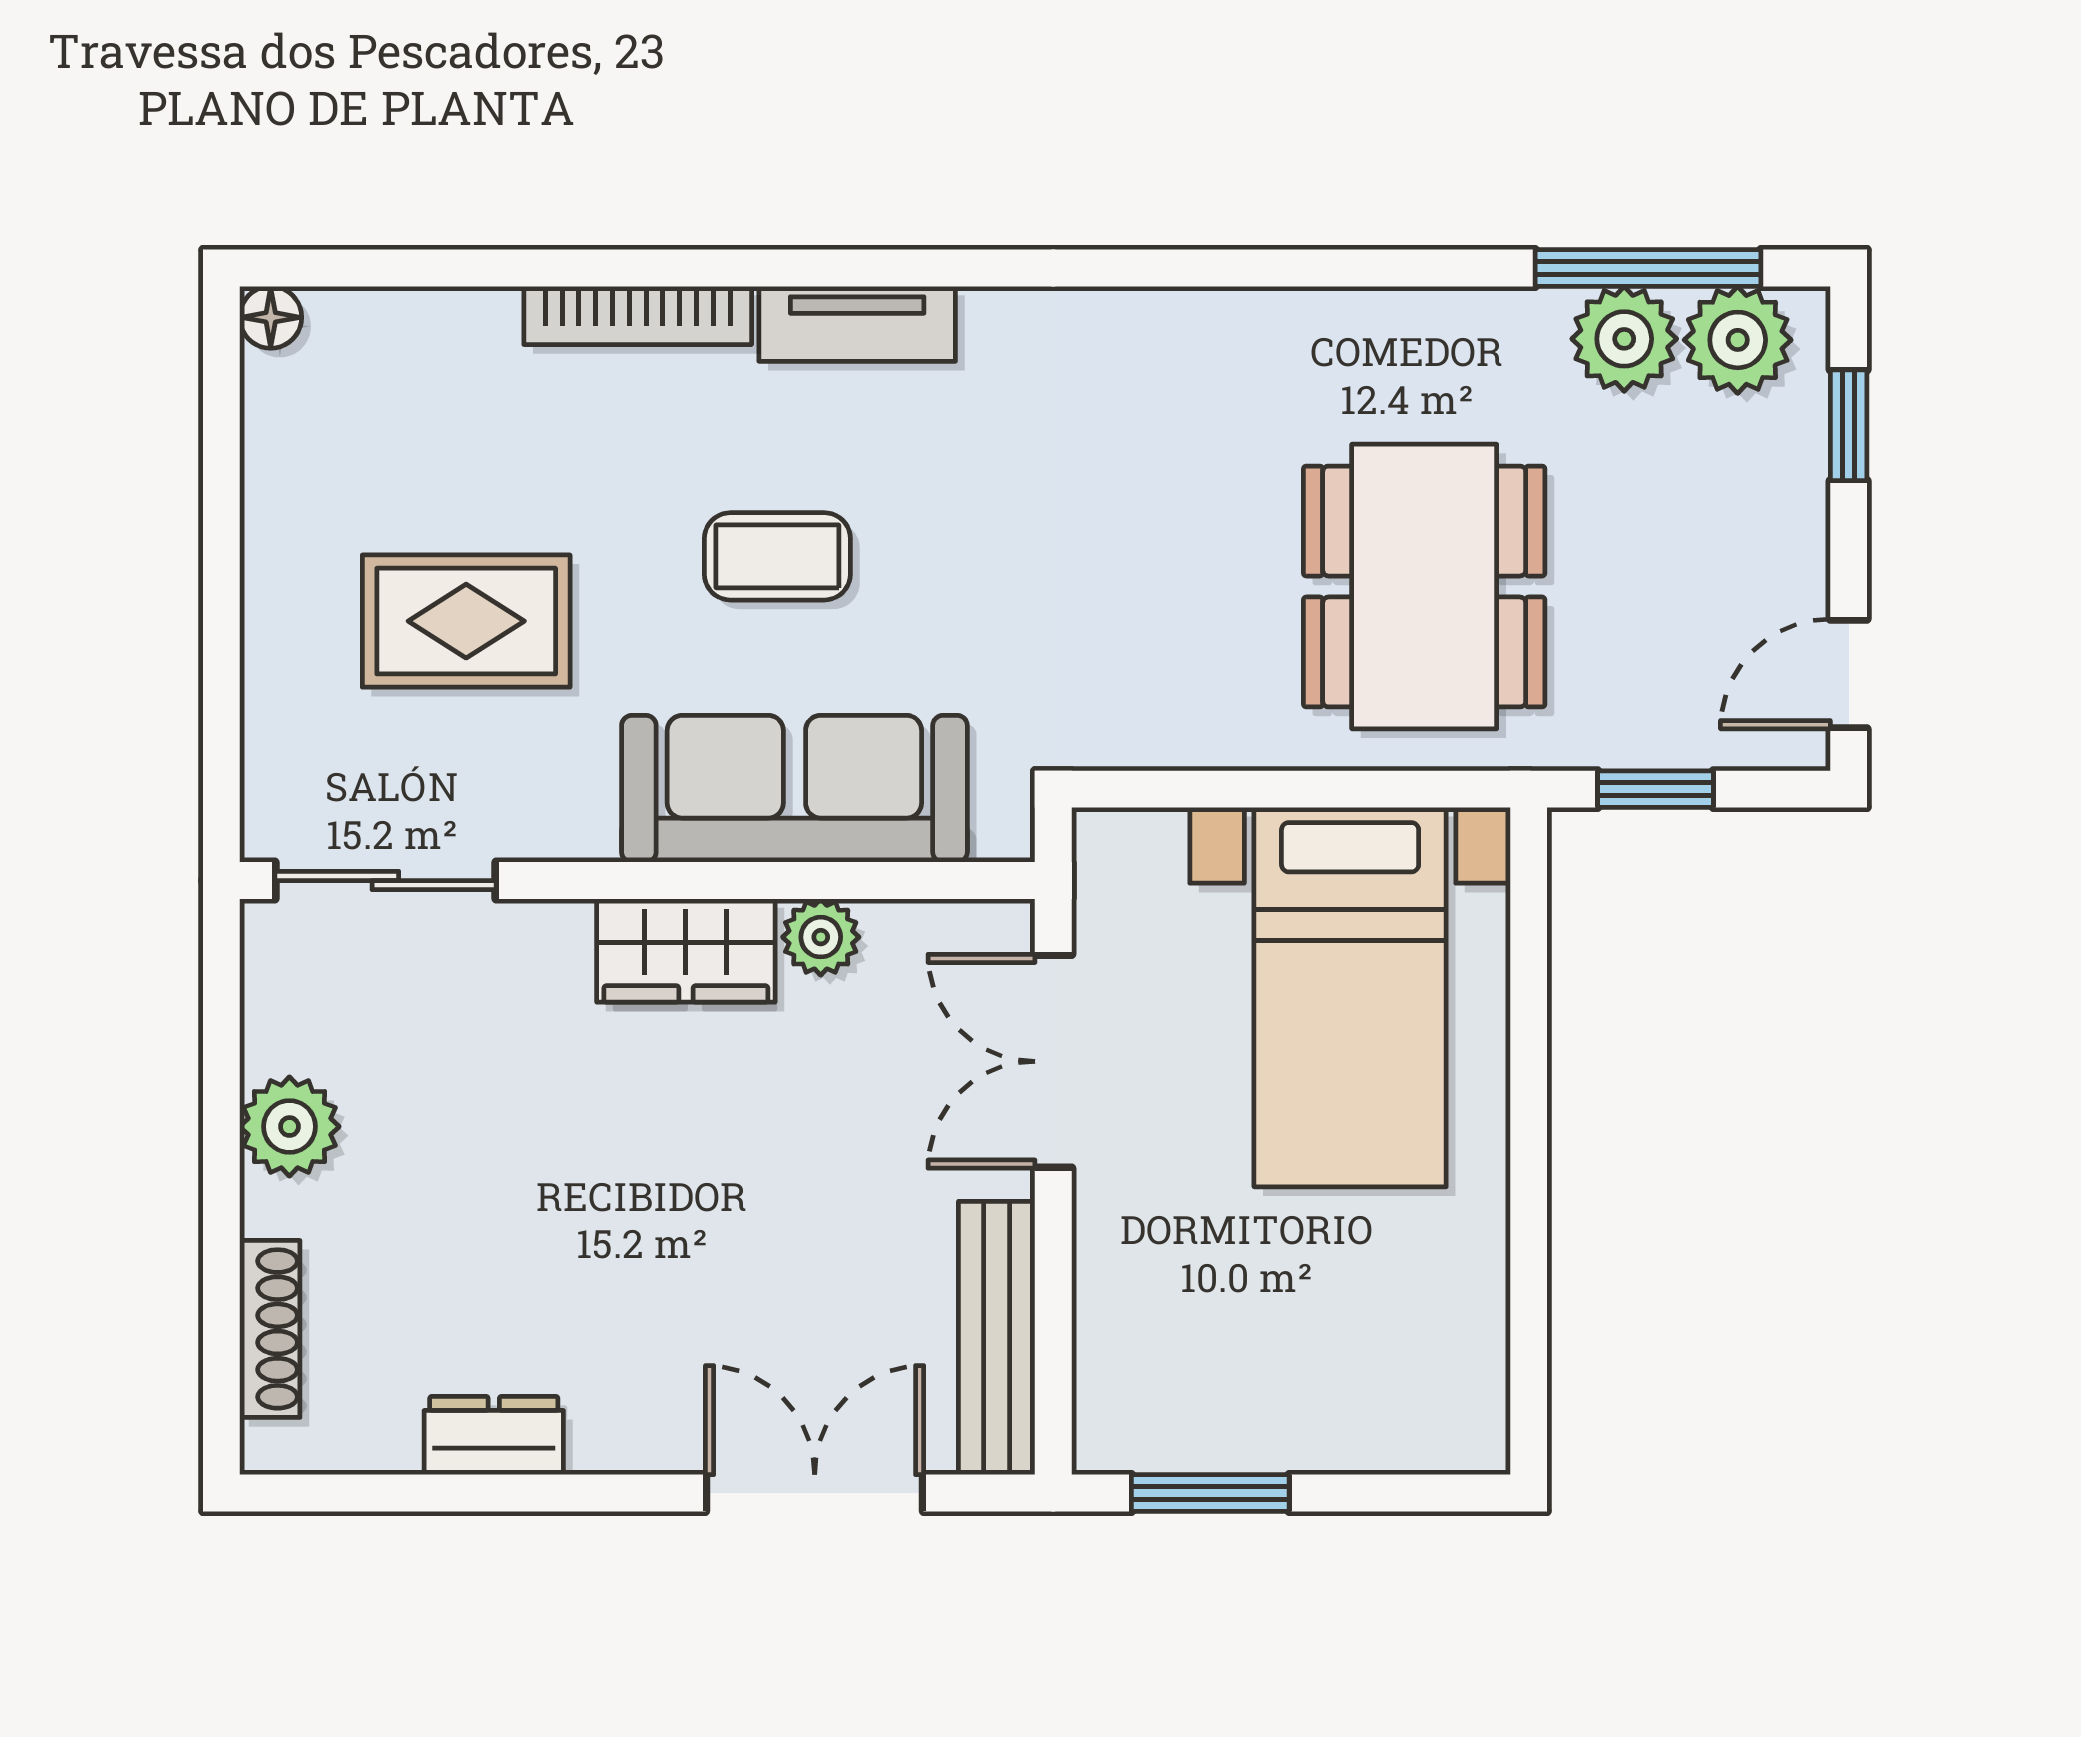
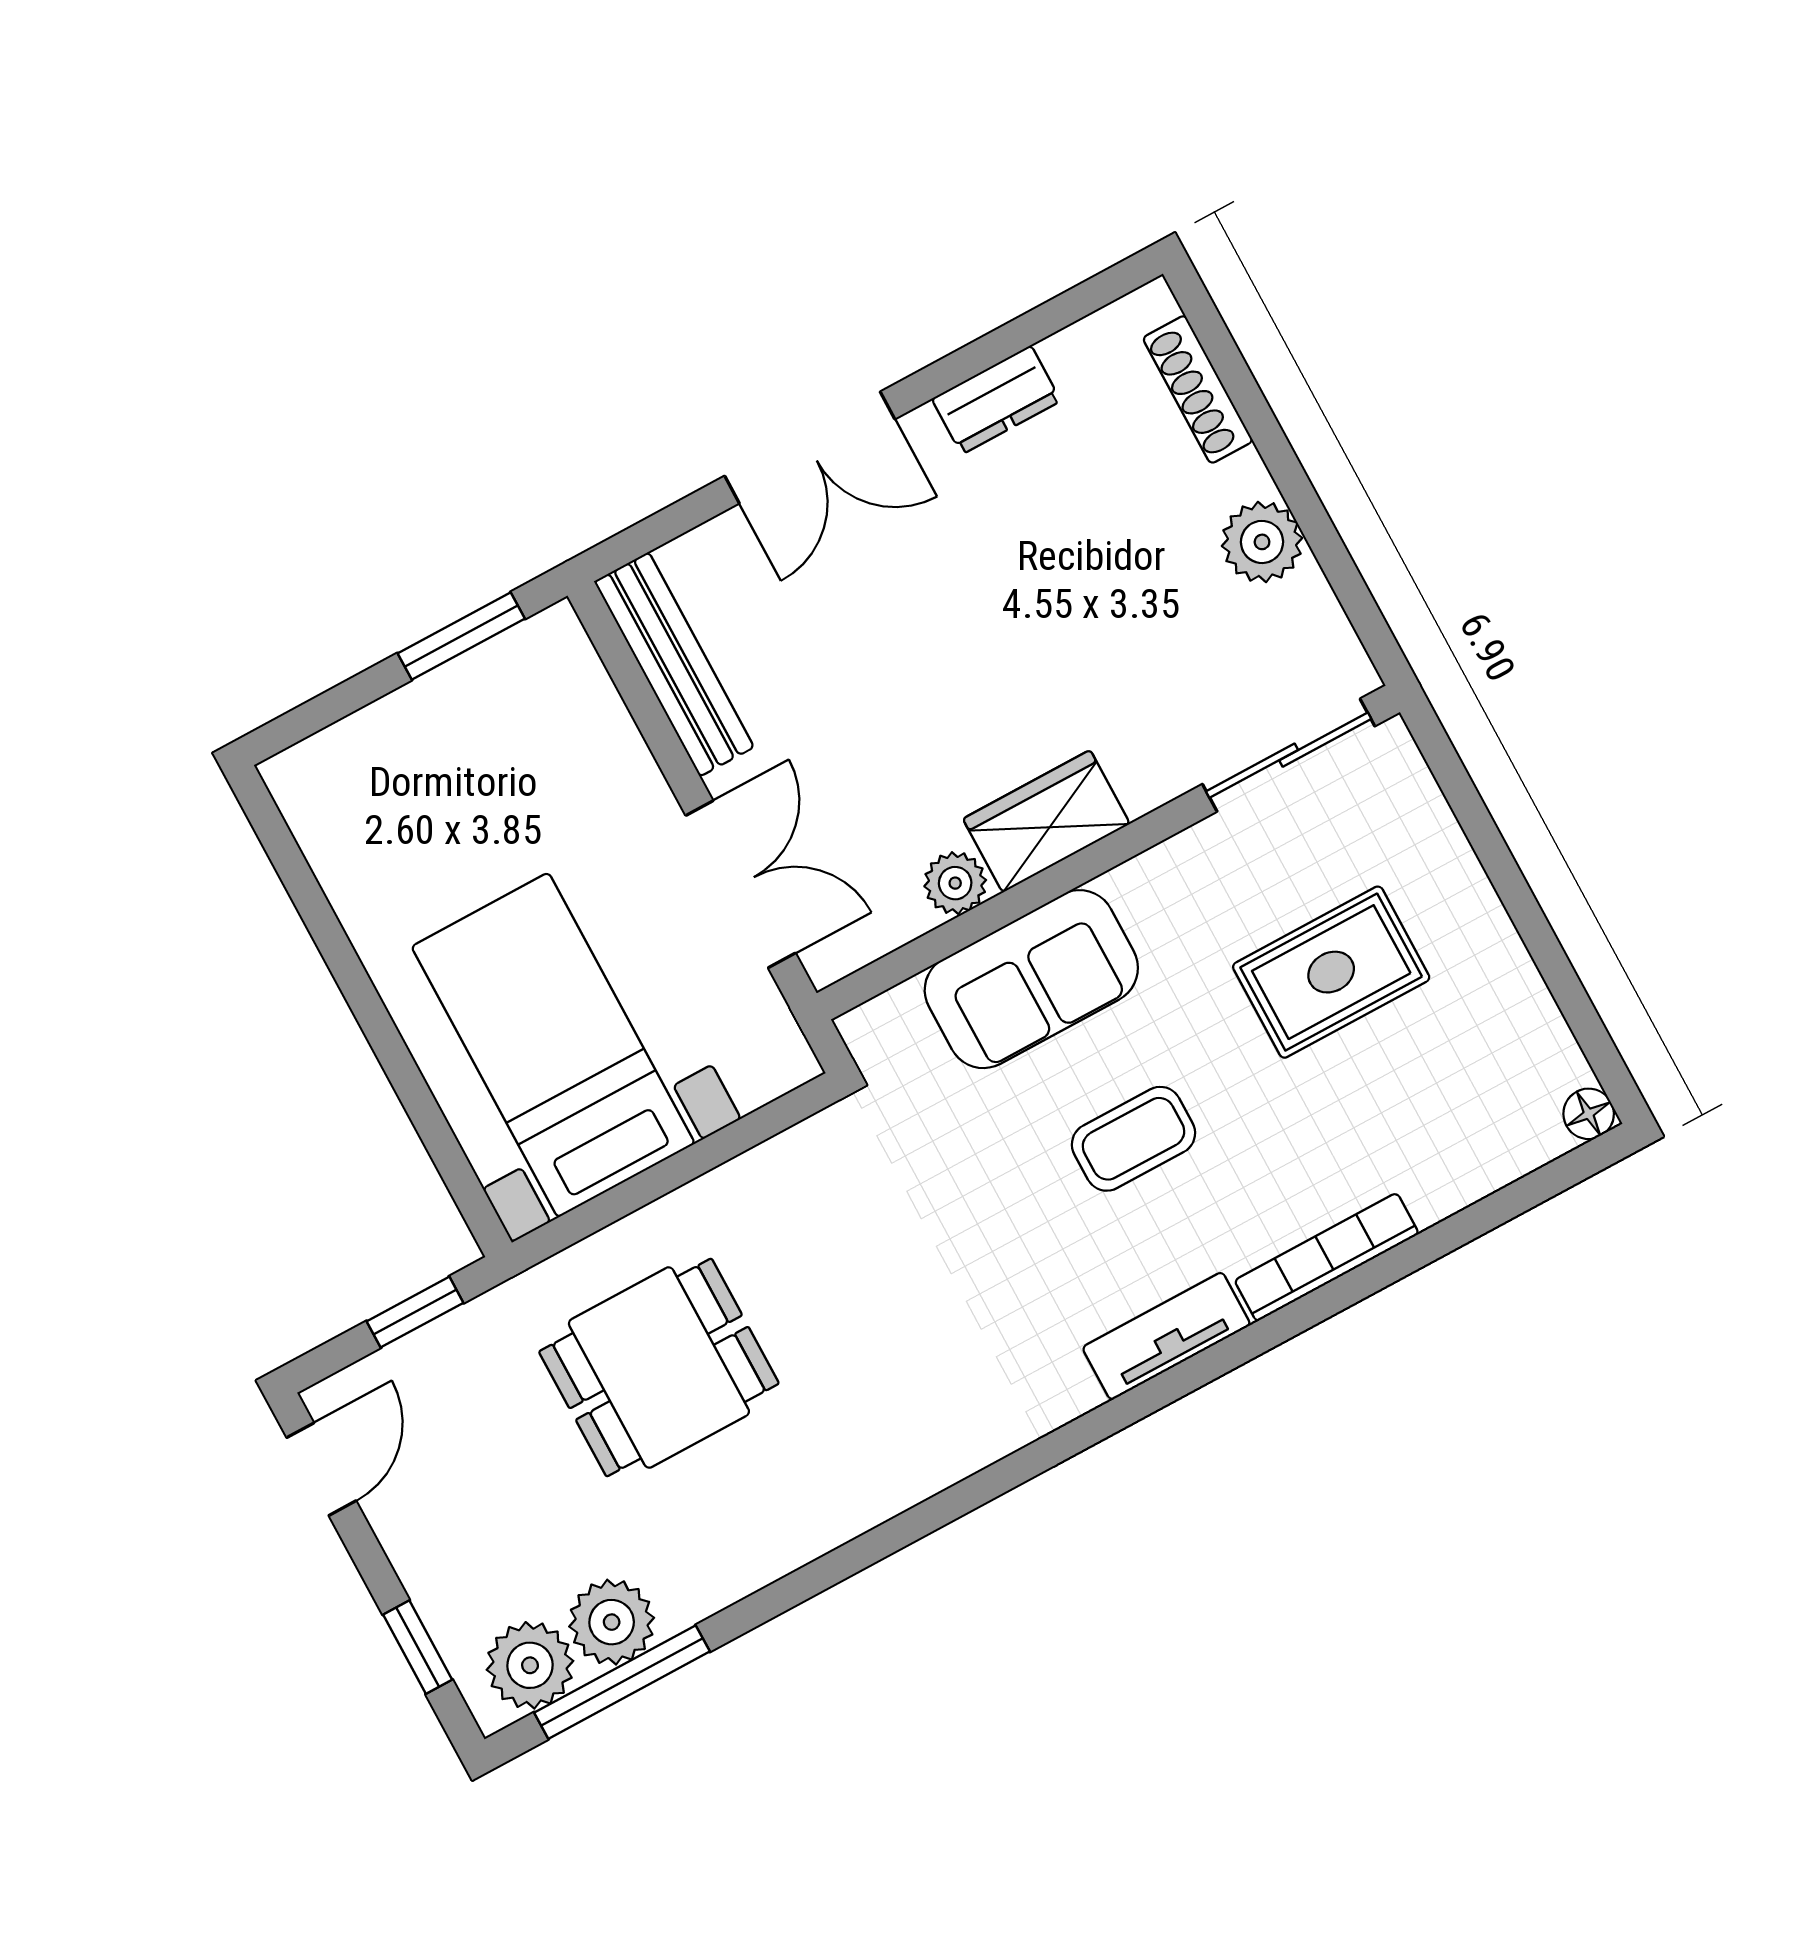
dining table: (1424, 586) -> (659, 1367), width x0.73
sofa: (794, 789) -> (1031, 979), width x0.73
double door: (815, 1493) -> (810, 448), moved

